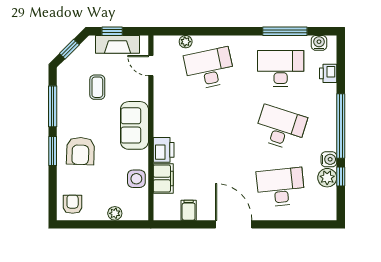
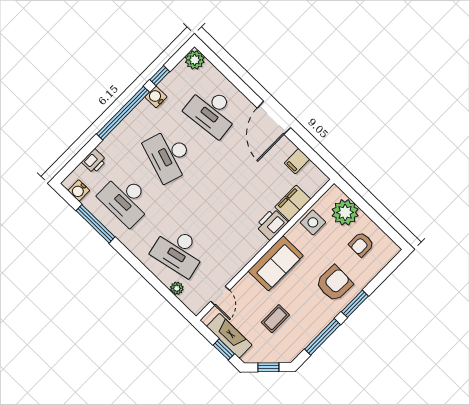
plant: (327, 178) -> (195, 60), moved
armchair: (73, 204) -> (361, 244), moved
plant: (115, 213) -> (345, 212), width x1.88, depth x1.88

